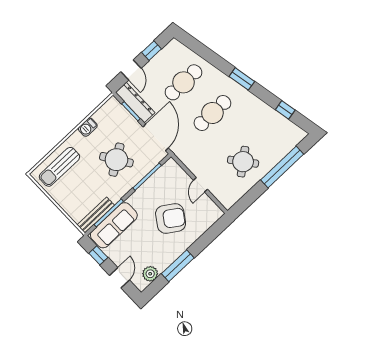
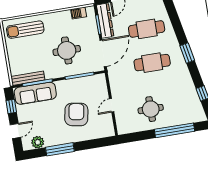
barbecue: (88, 127) -> (79, 13), moved
round table: (116, 160) -> (67, 50), turned 33
round table: (243, 162) -> (151, 109), turned 38
armchair: (171, 219) -> (76, 114), turned -114

